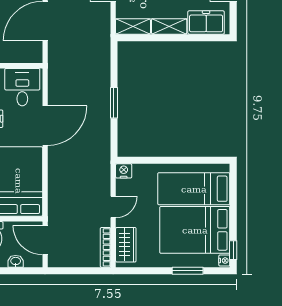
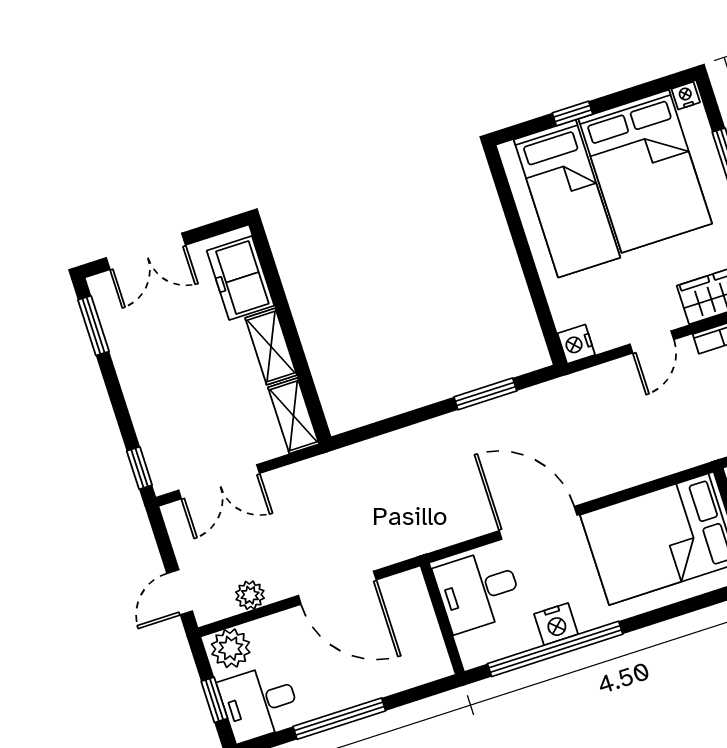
window: (114, 103) -> (485, 394), moved
door: (113, 207) -> (652, 342), swing flipped
window: (233, 250) -> (573, 114), moved

